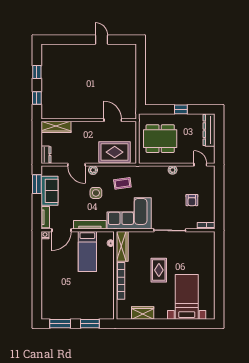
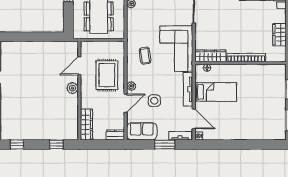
window: (37, 72) -> (17, 144), moved
plant: (91, 113) -> (72, 88), added
rug: (115, 152) -> (107, 75), moved
window: (37, 184) -> (165, 144), moved
sofa: (49, 191) -> (142, 131), moved
side table: (96, 193) -> (154, 101), moved
rug: (159, 270) -> (235, 18), removed

